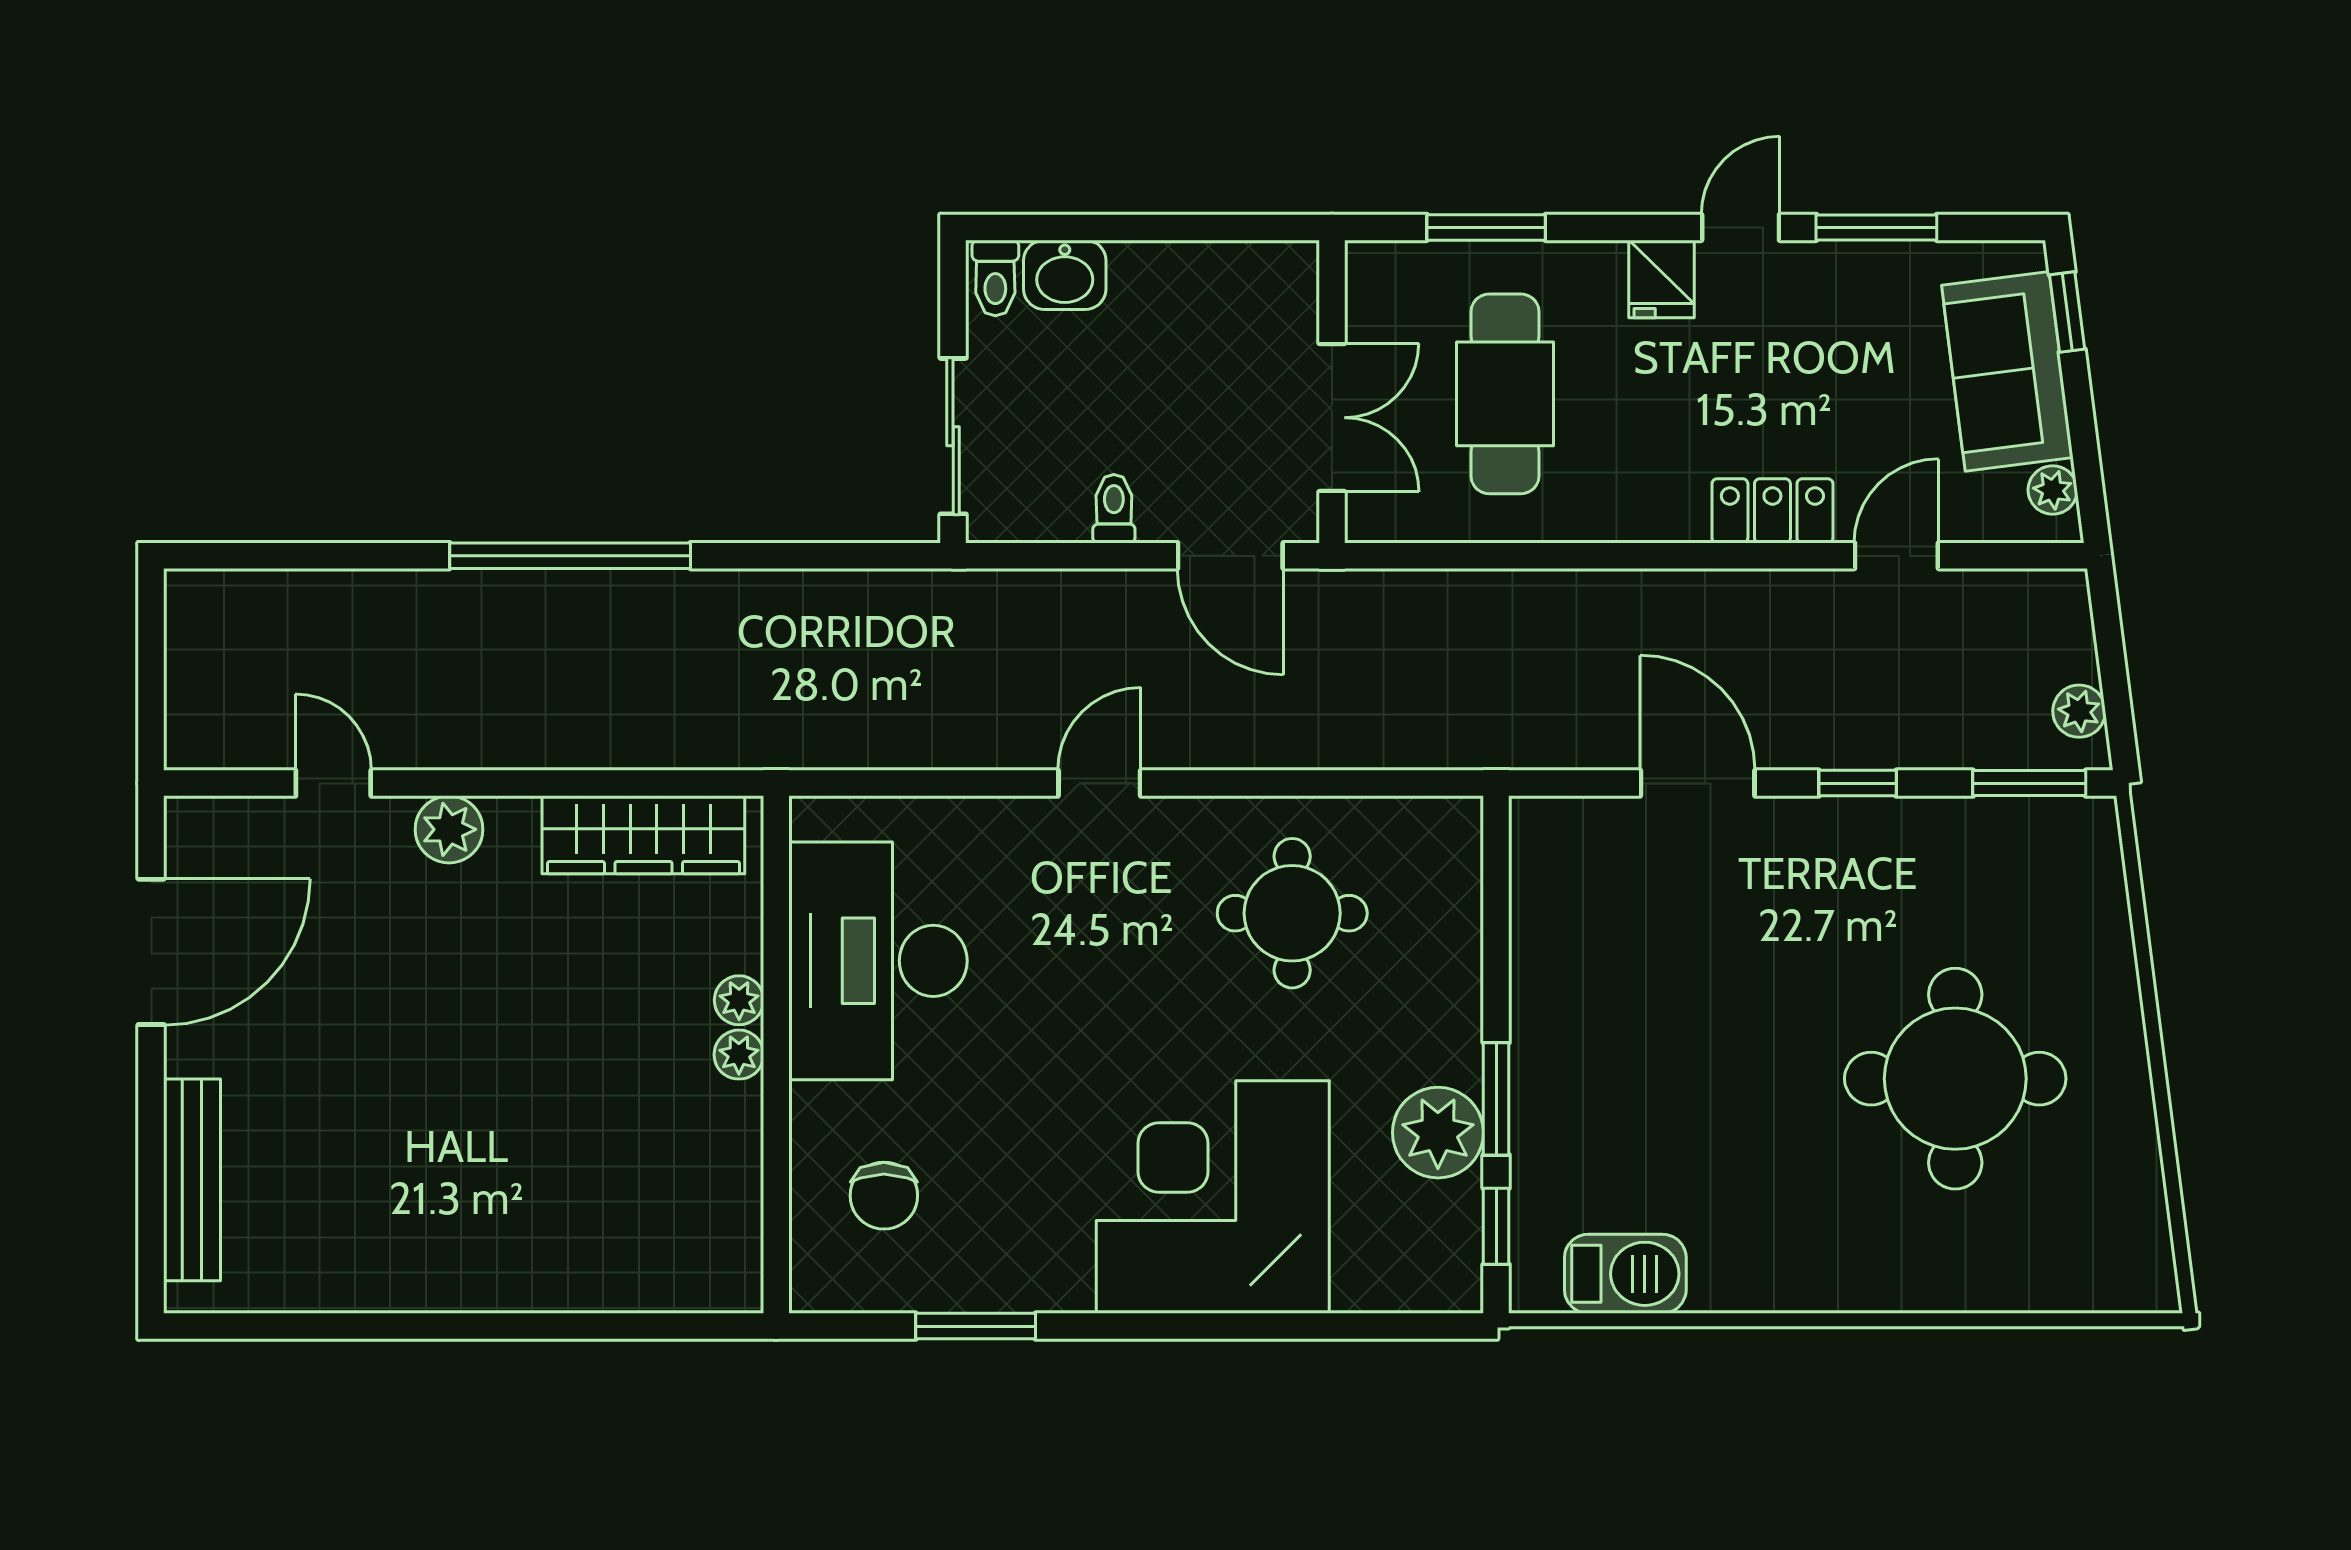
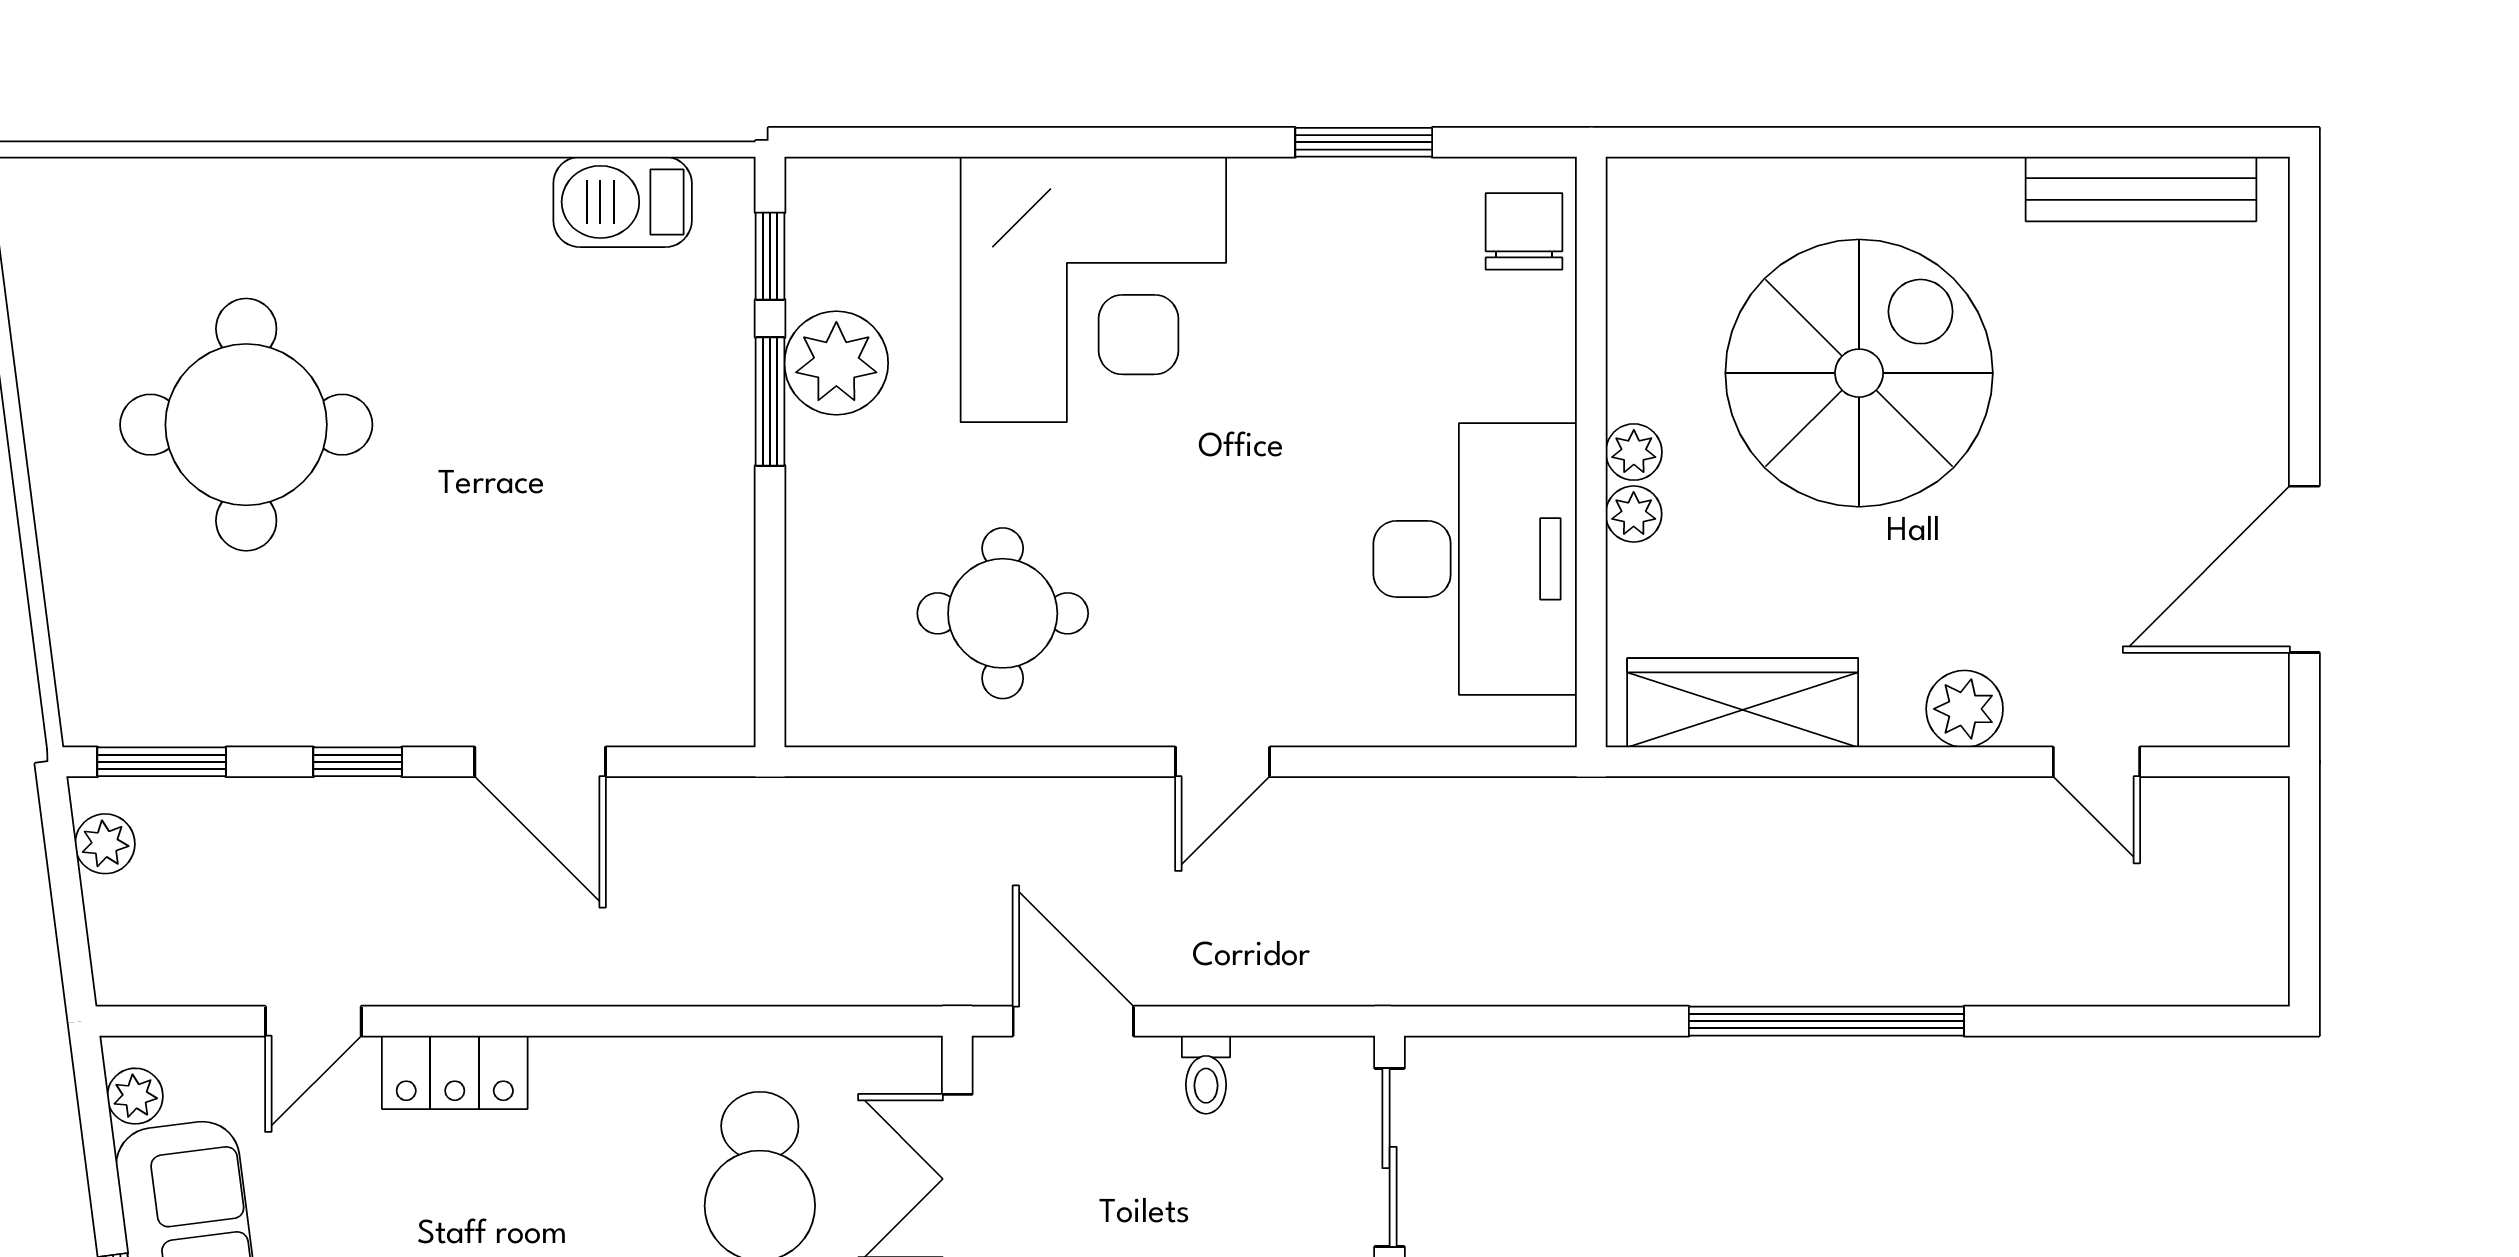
spiral stairs: (541, 1124) -> (1859, 373), added
bench: (192, 1180) -> (2141, 189), moved, turned 90
chair: (884, 1196) -> (1524, 231), moved

